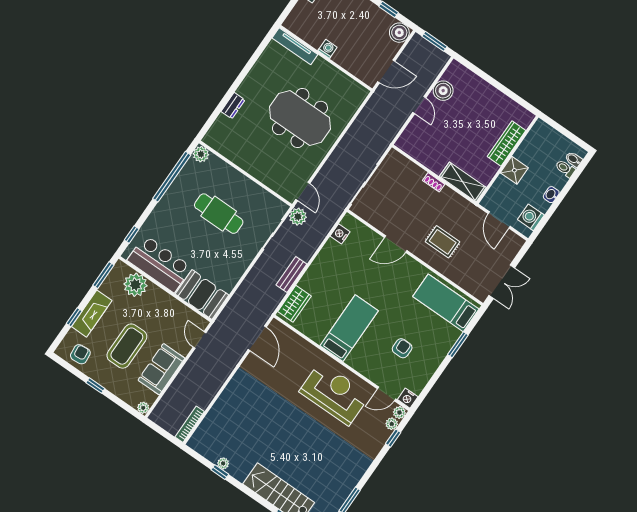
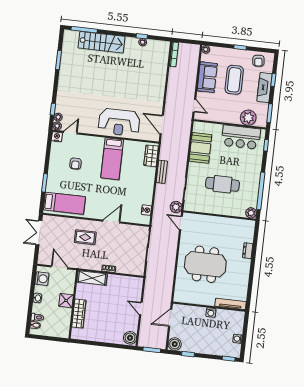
boiler: (443, 91) -> (130, 338), moved
booth: (202, 294) -> (200, 148), moved, turned 90
reception desk: (334, 393) -> (119, 122), moved

